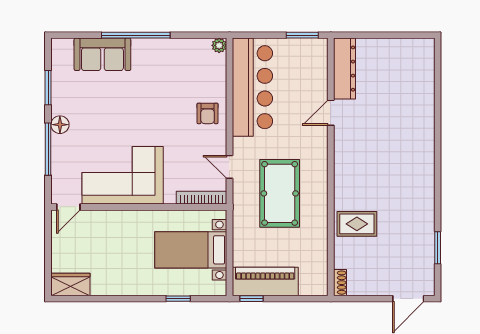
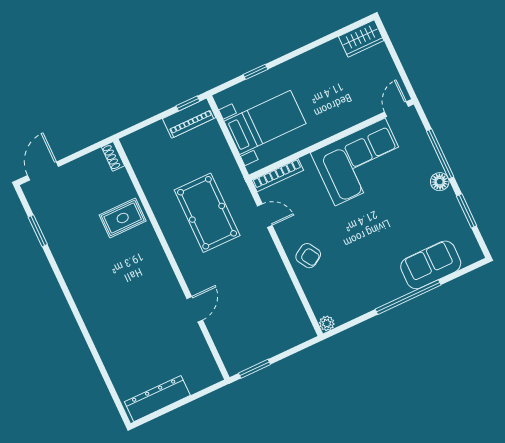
dresser: (344, 69) -> (157, 399), moved, turned 90
bar counter: (252, 87) -> (278, 299), removed
armchair: (208, 113) -> (308, 256), turned 148
piano: (265, 281) -> (189, 118), width x0.73, depth x0.75

